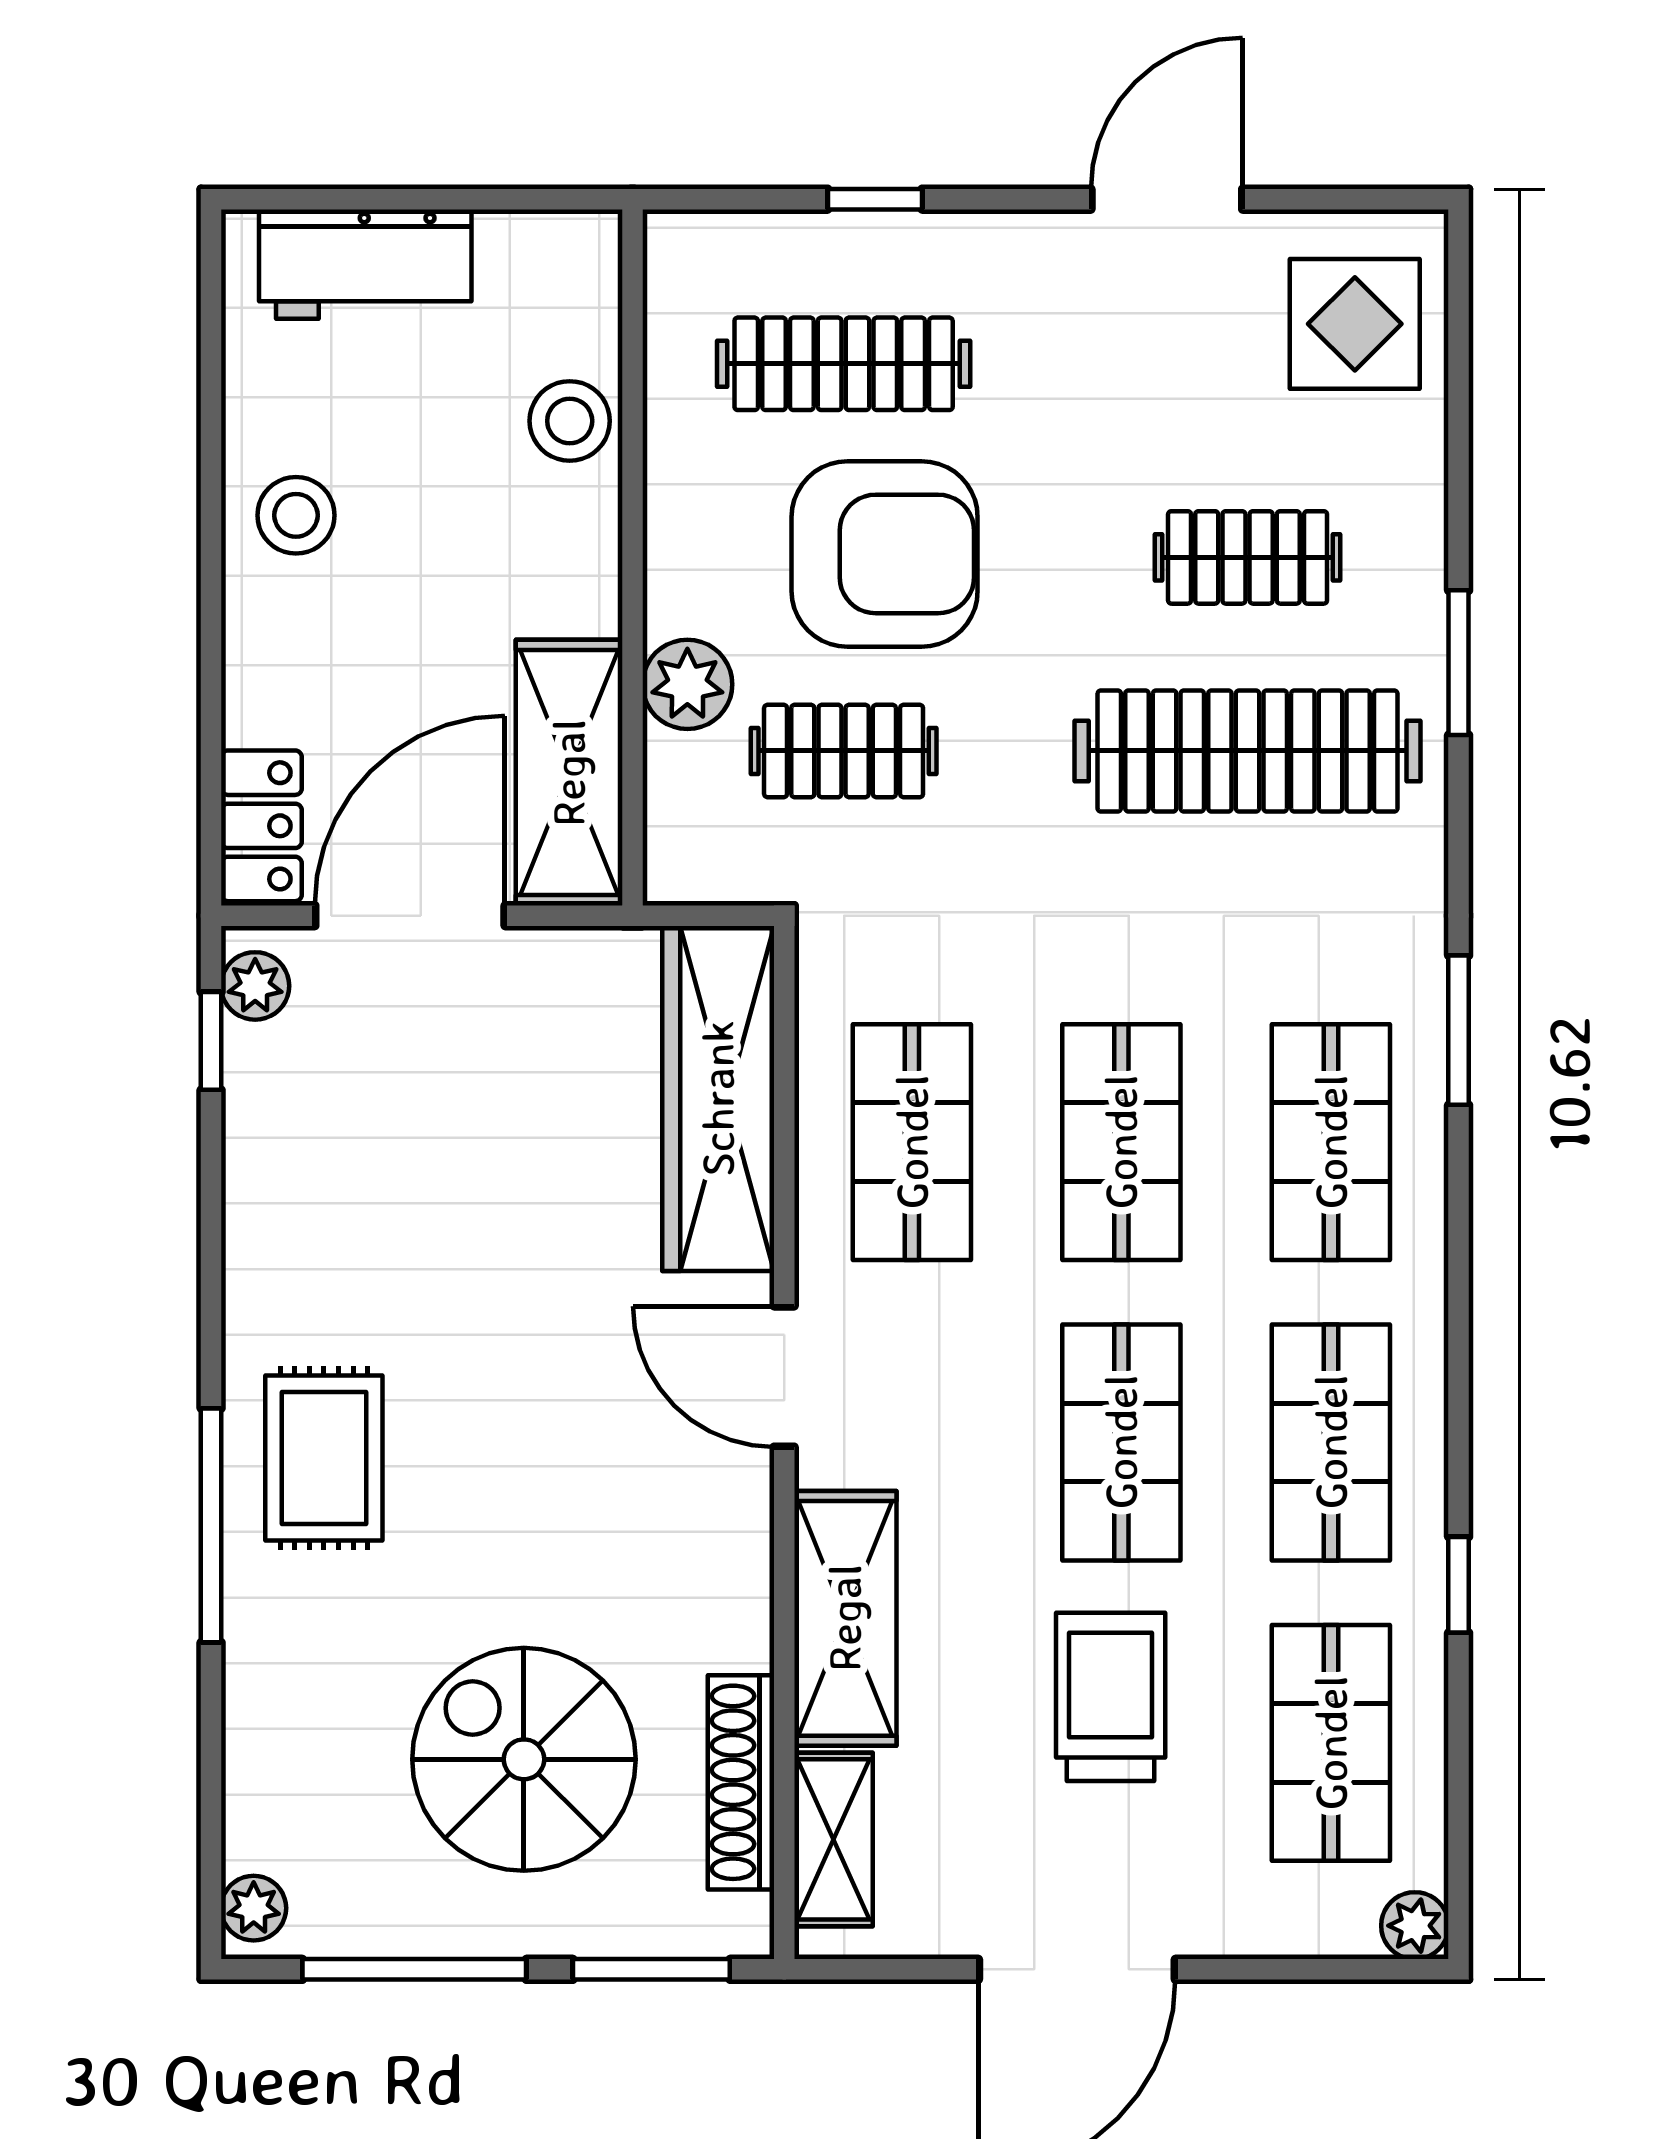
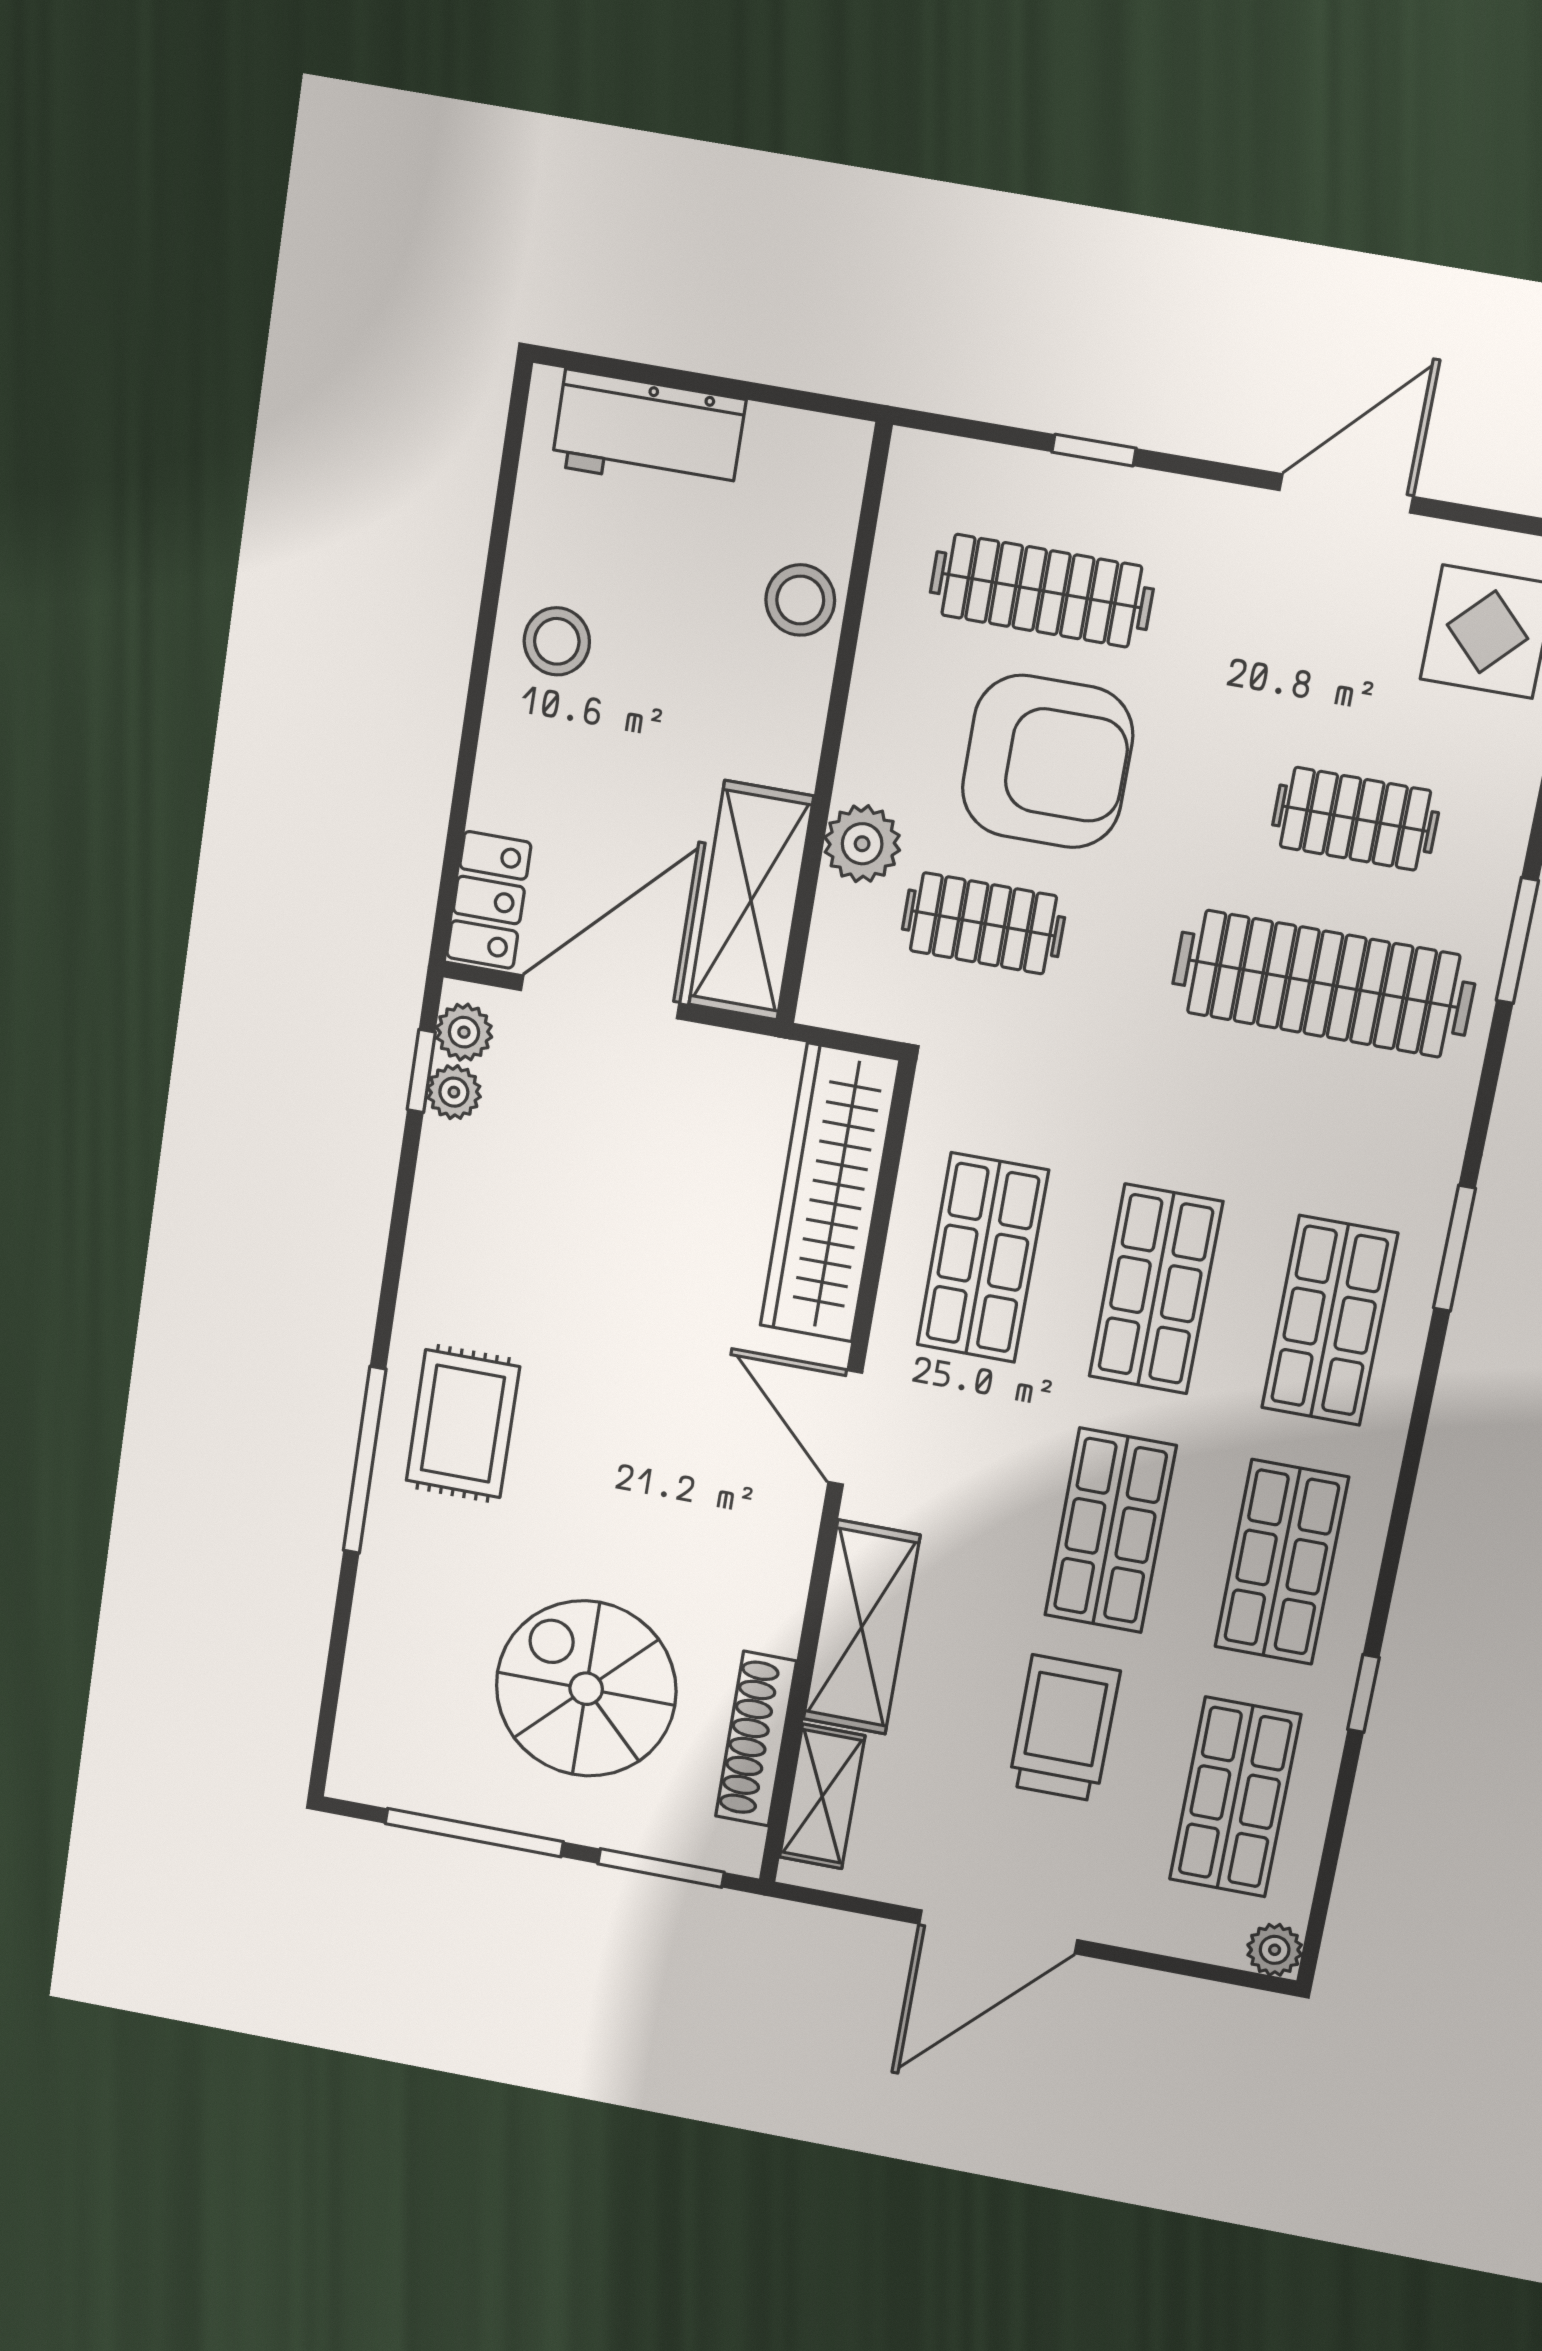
plant: (254, 1908) -> (454, 1092), moved

